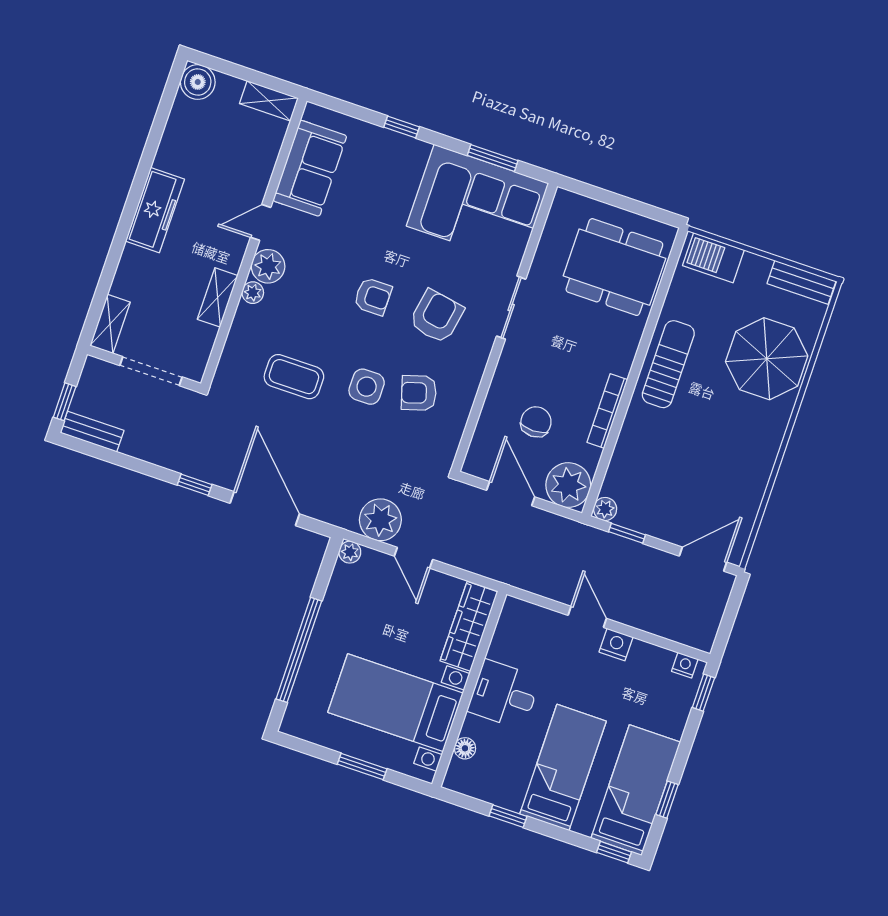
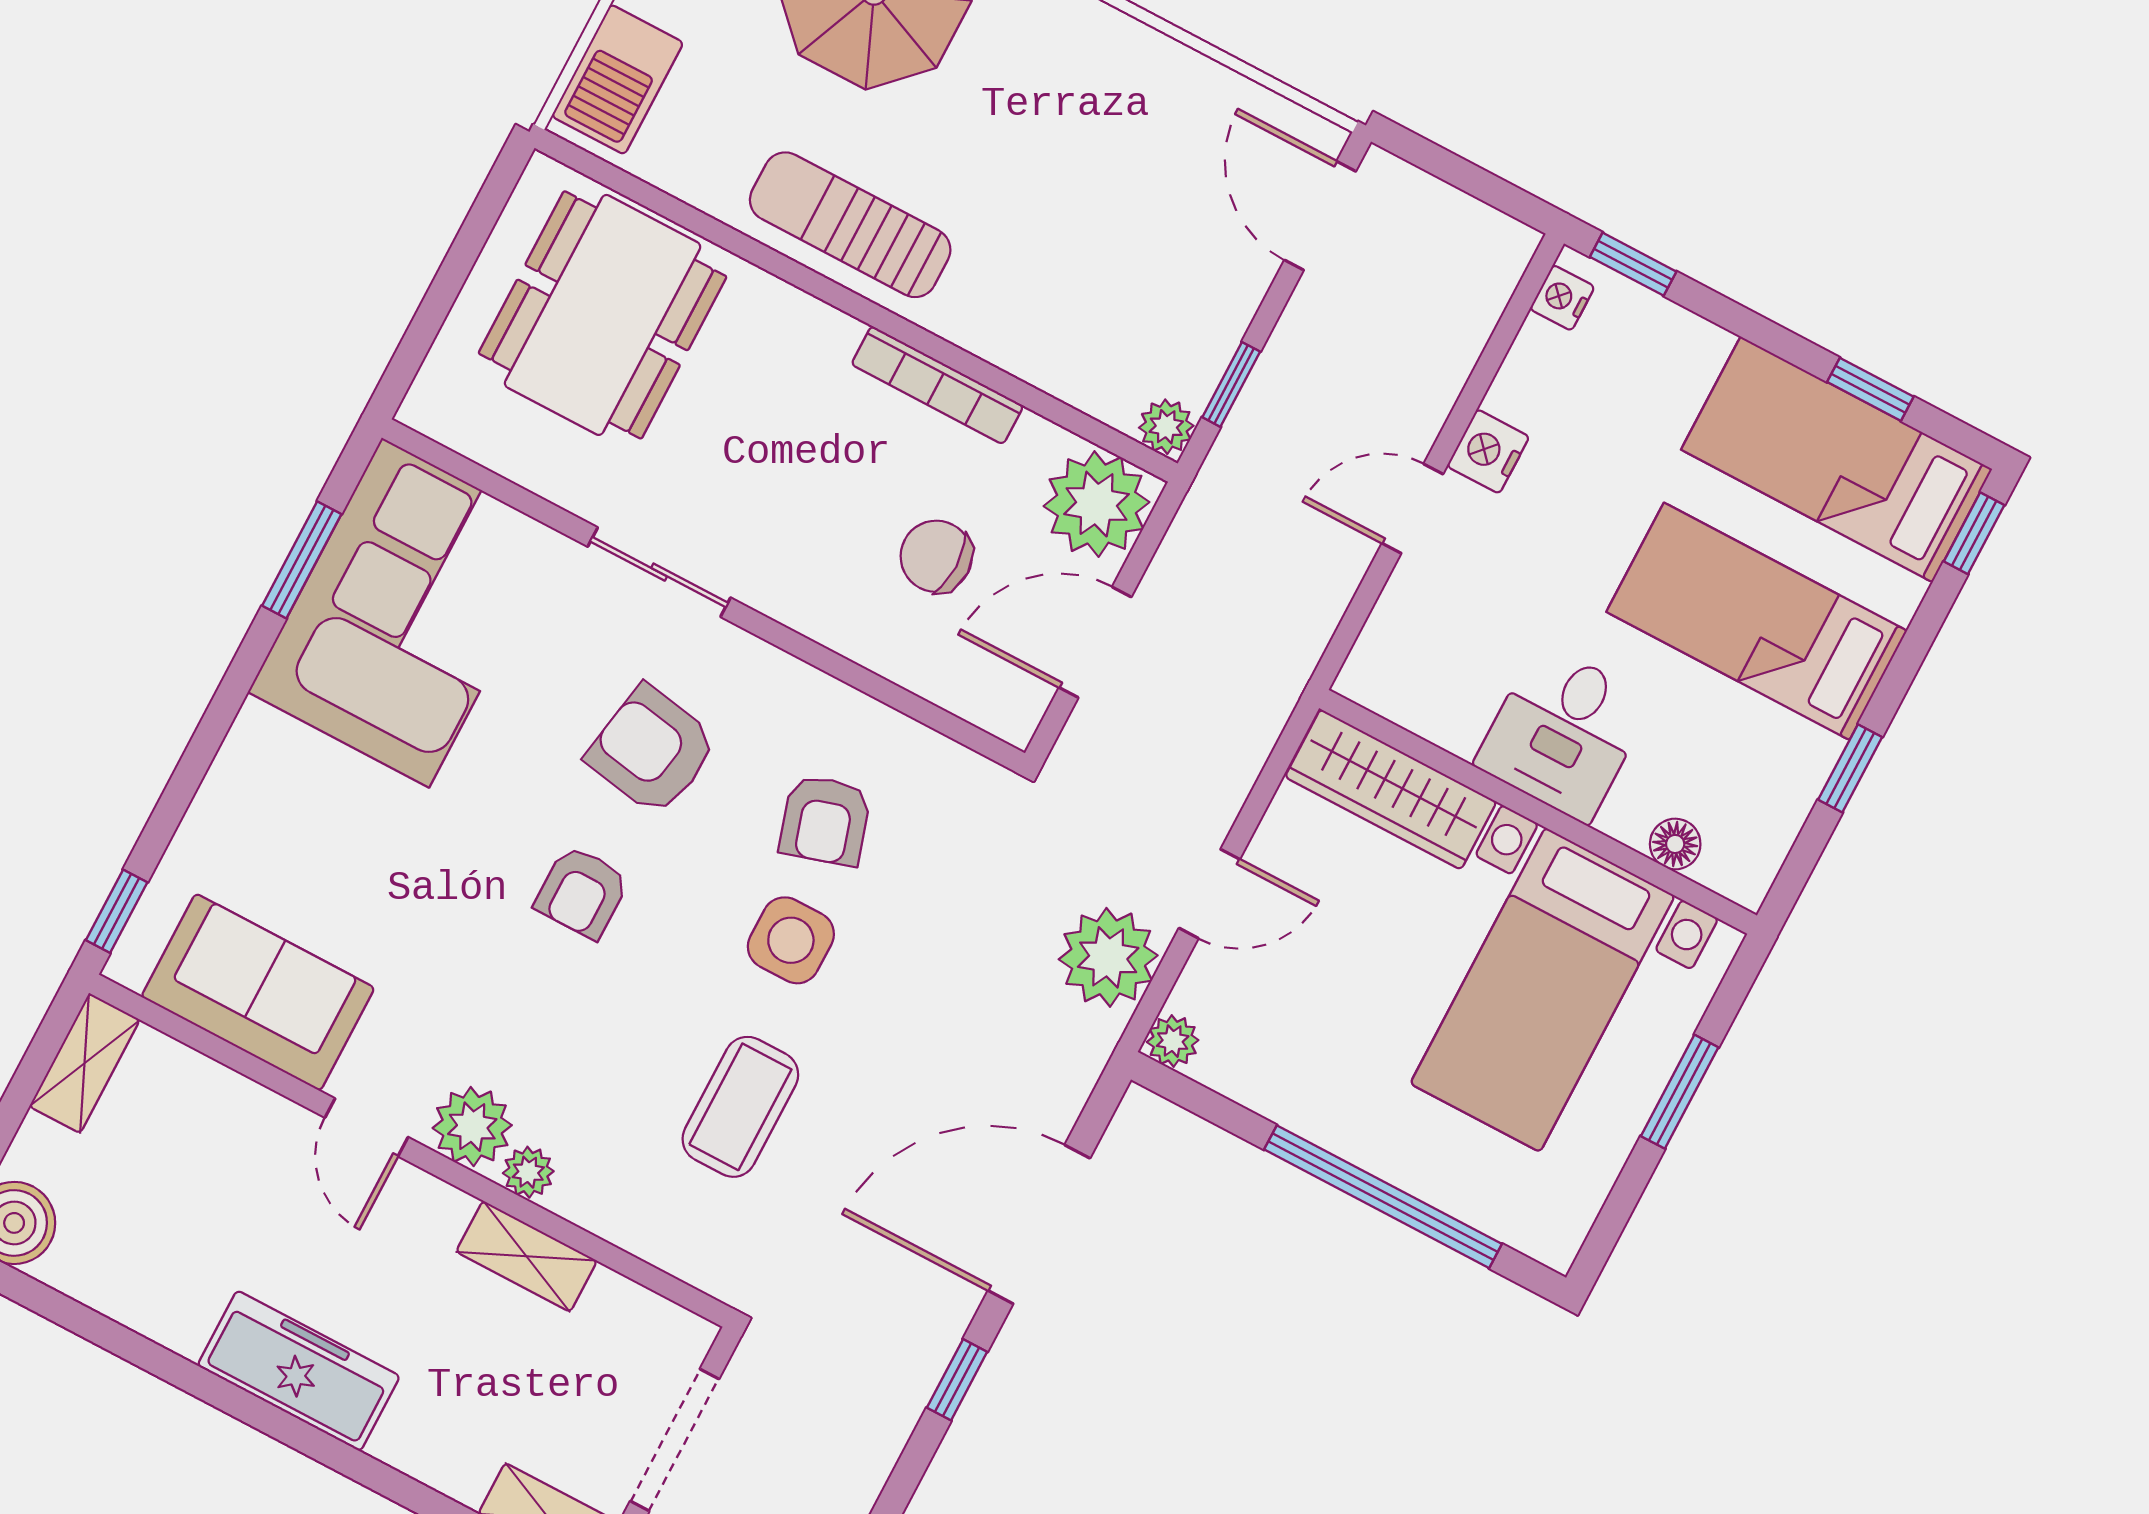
window: (402, 127) -> (117, 911), moved
armchair: (373, 296) -> (582, 892), turned 180

